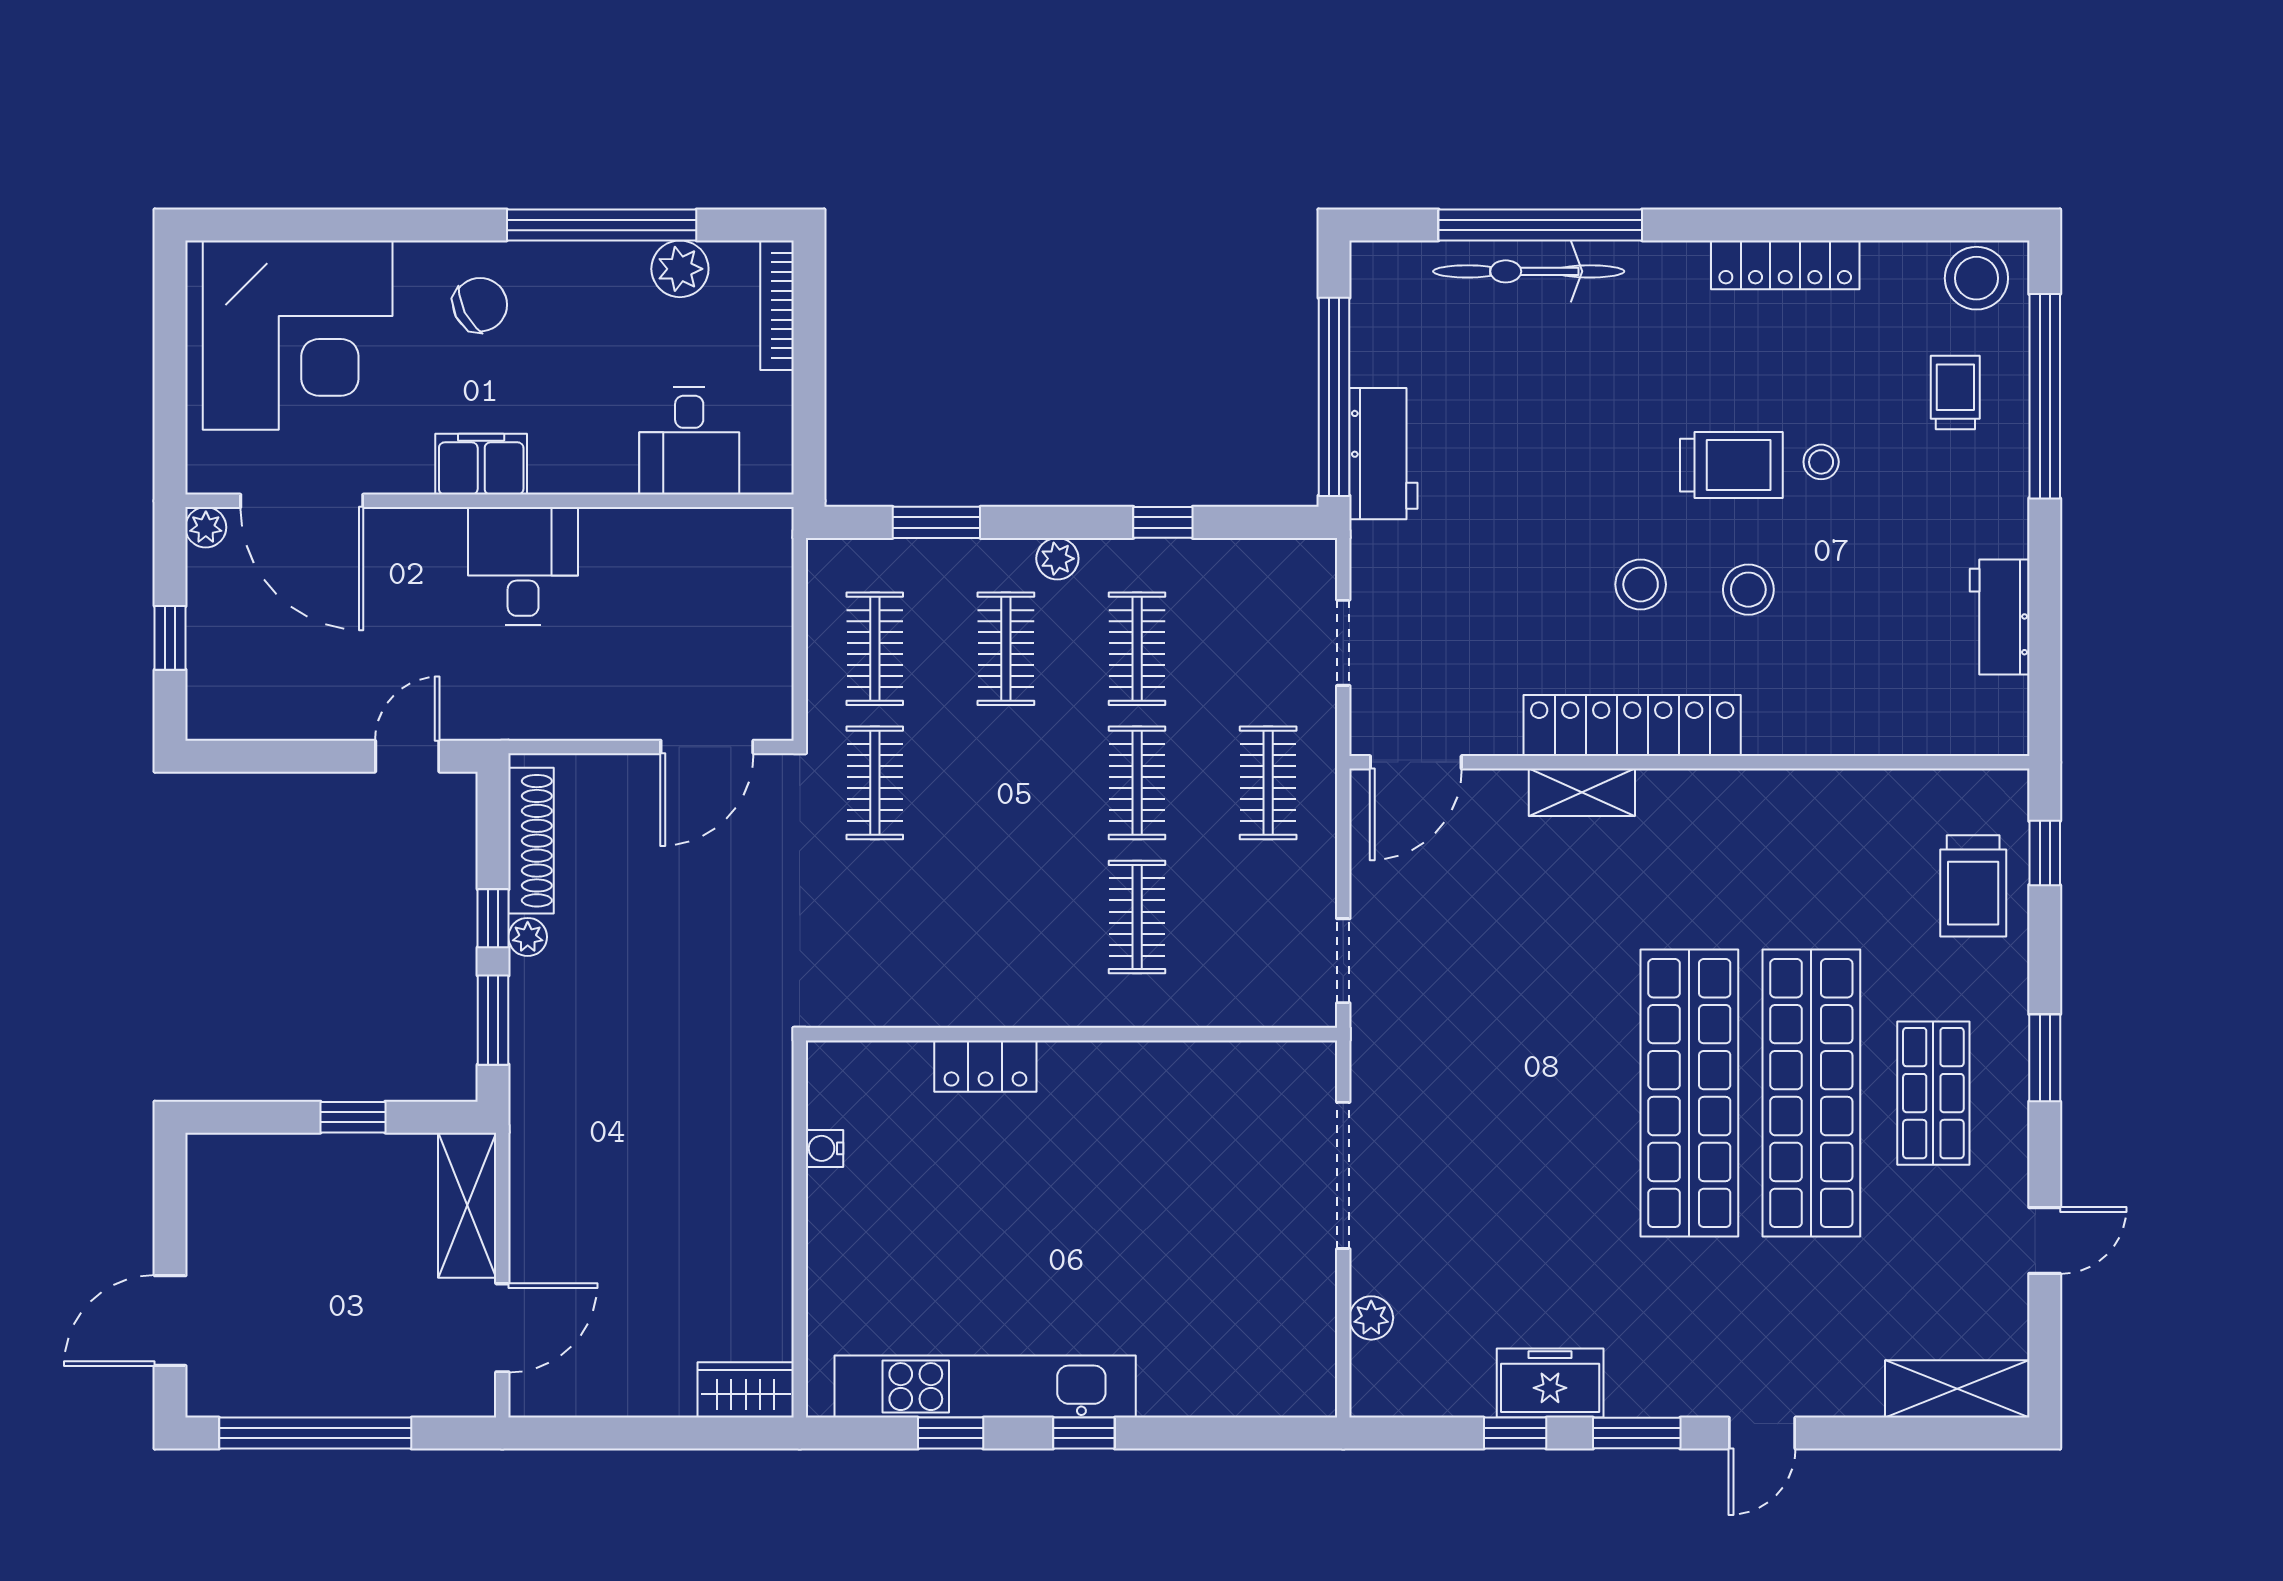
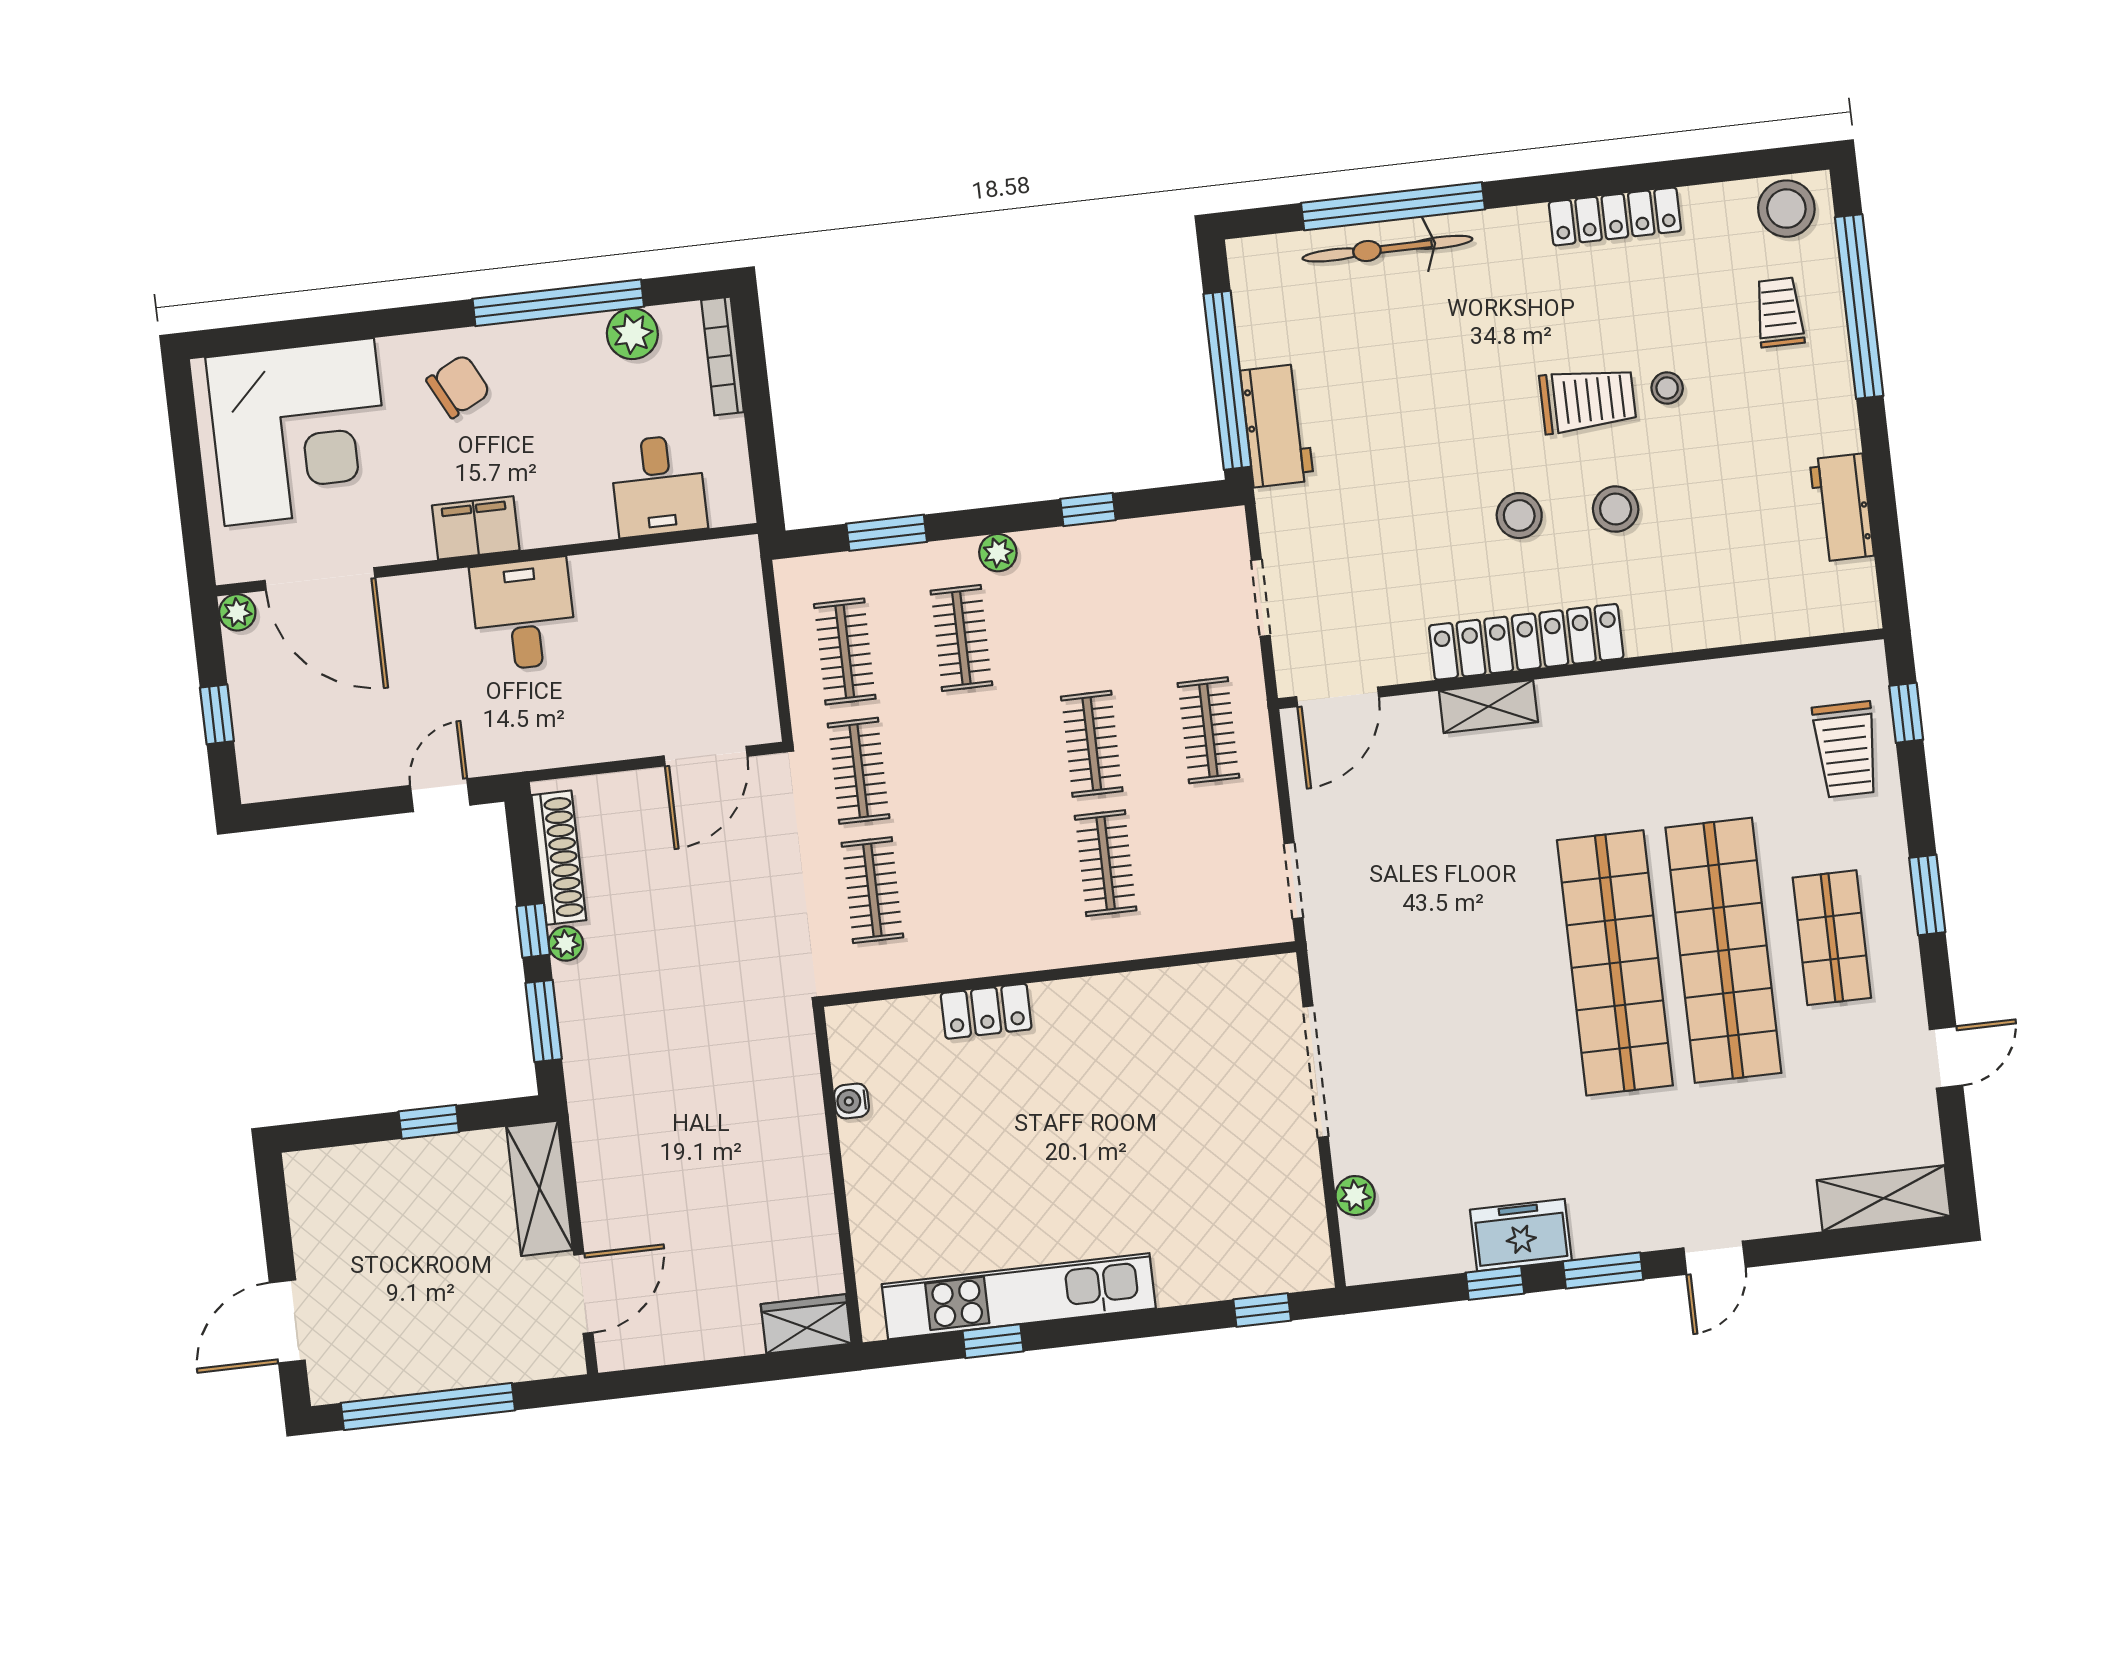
clothes rail: (1137, 649) -> (872, 890), moved
window: (1084, 1433) -> (1262, 1310), moved

